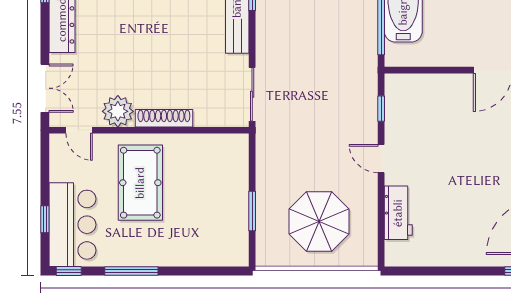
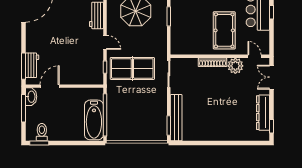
table tennis table: (326, 106) -> (132, 68), added

